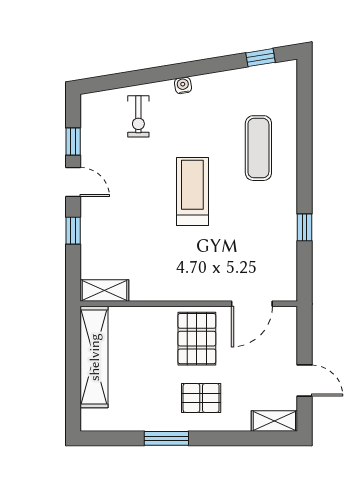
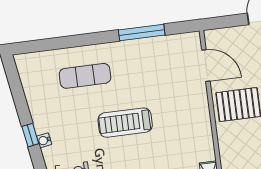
window: (260, 58) -> (30, 135), moved
window: (304, 227) -> (142, 33), width x2.17

